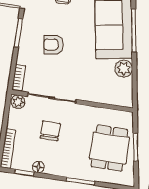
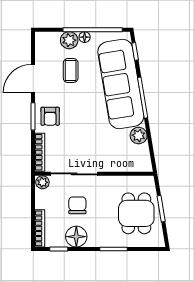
armchair: (54, 45) -> (50, 116), moved, turned -82
bookcase: (19, 78) -> (40, 152), width x1.56
floor lamp: (38, 167) -> (76, 237), width x1.89, depth x1.89

